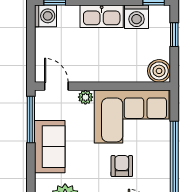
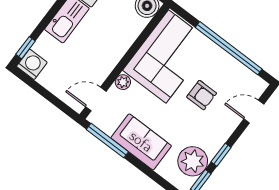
armchair: (122, 166) -> (202, 95), turned 180

